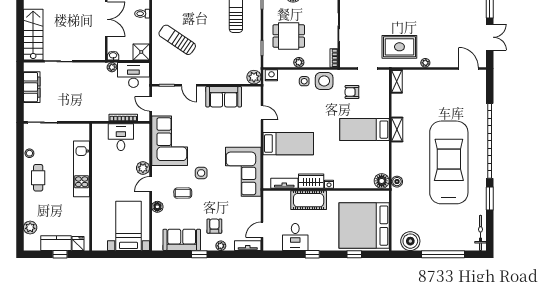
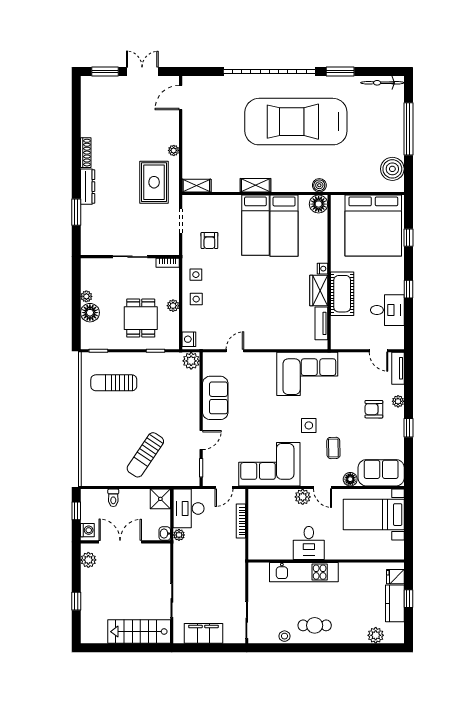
side table: (324, 81) -> (196, 275), width x0.54, depth x0.54
desk: (121, 137) -> (309, 543), moved, turned -90
bed: (288, 144) -> (284, 226), moved, turned 180
sofa: (182, 240) -> (381, 473), moved, turned 90

